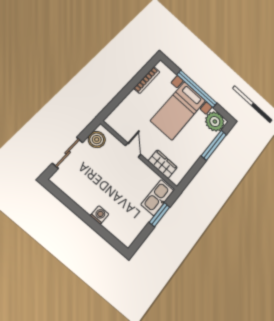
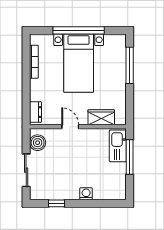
dresser: (116, 116) -> (35, 112), added
plant: (215, 122) -> (115, 45), removed
window: (68, 202) -> (57, 203), added
window: (160, 215) -> (130, 157), width x1.44

